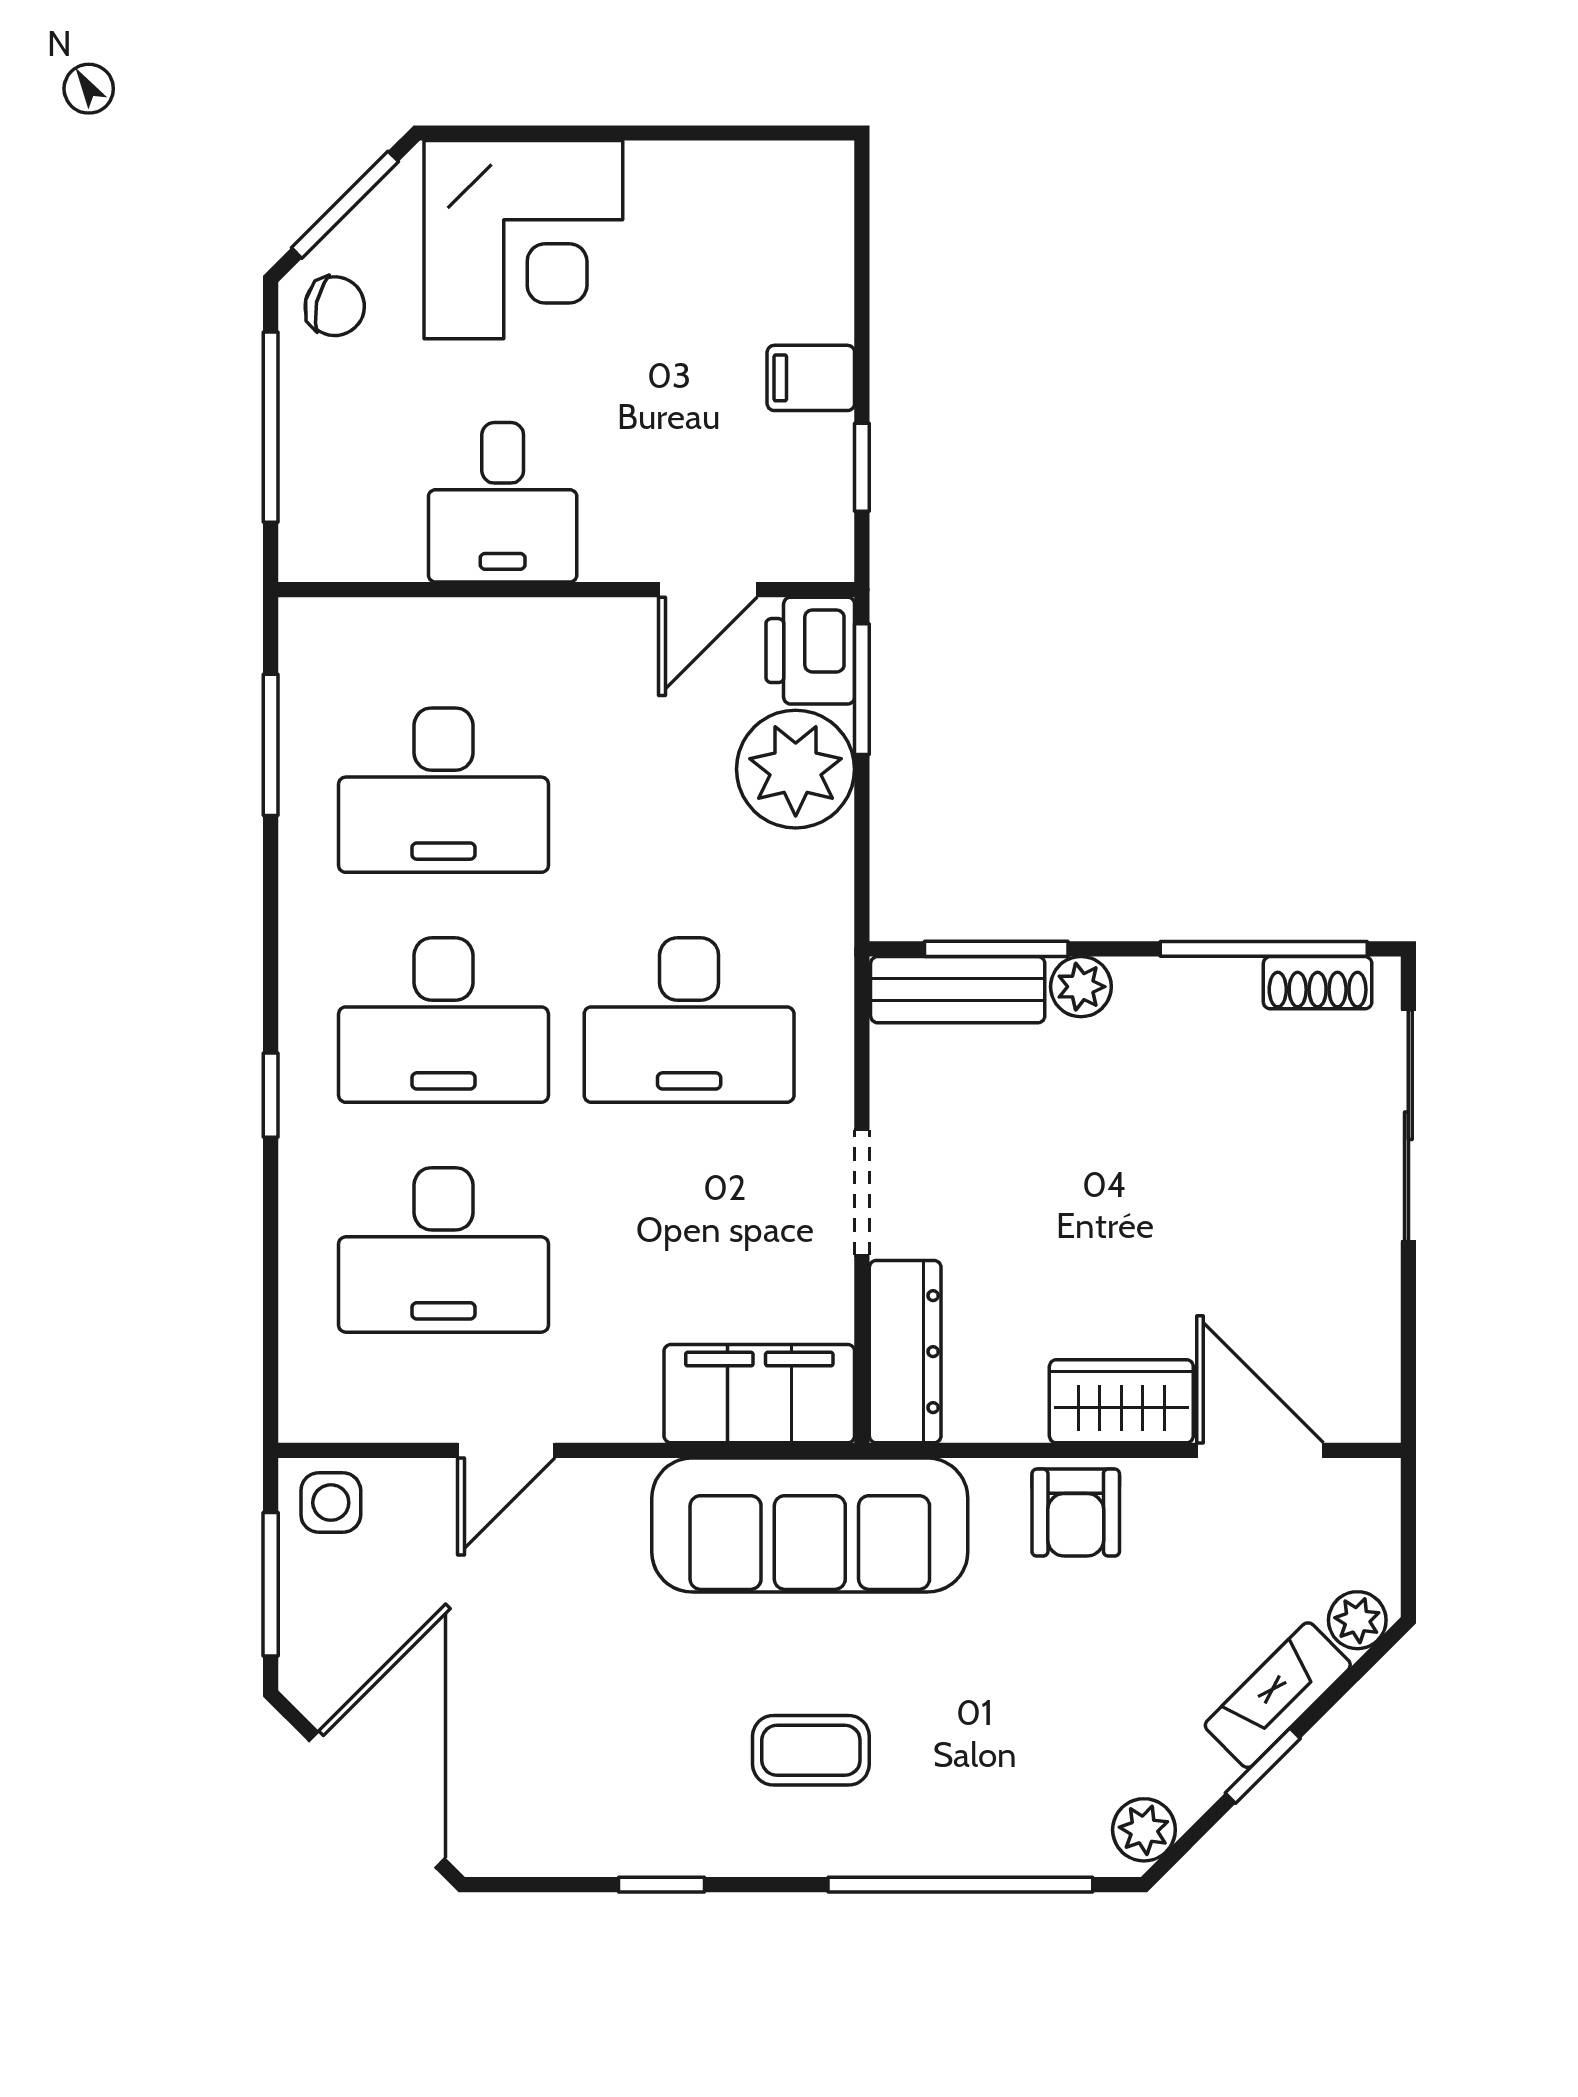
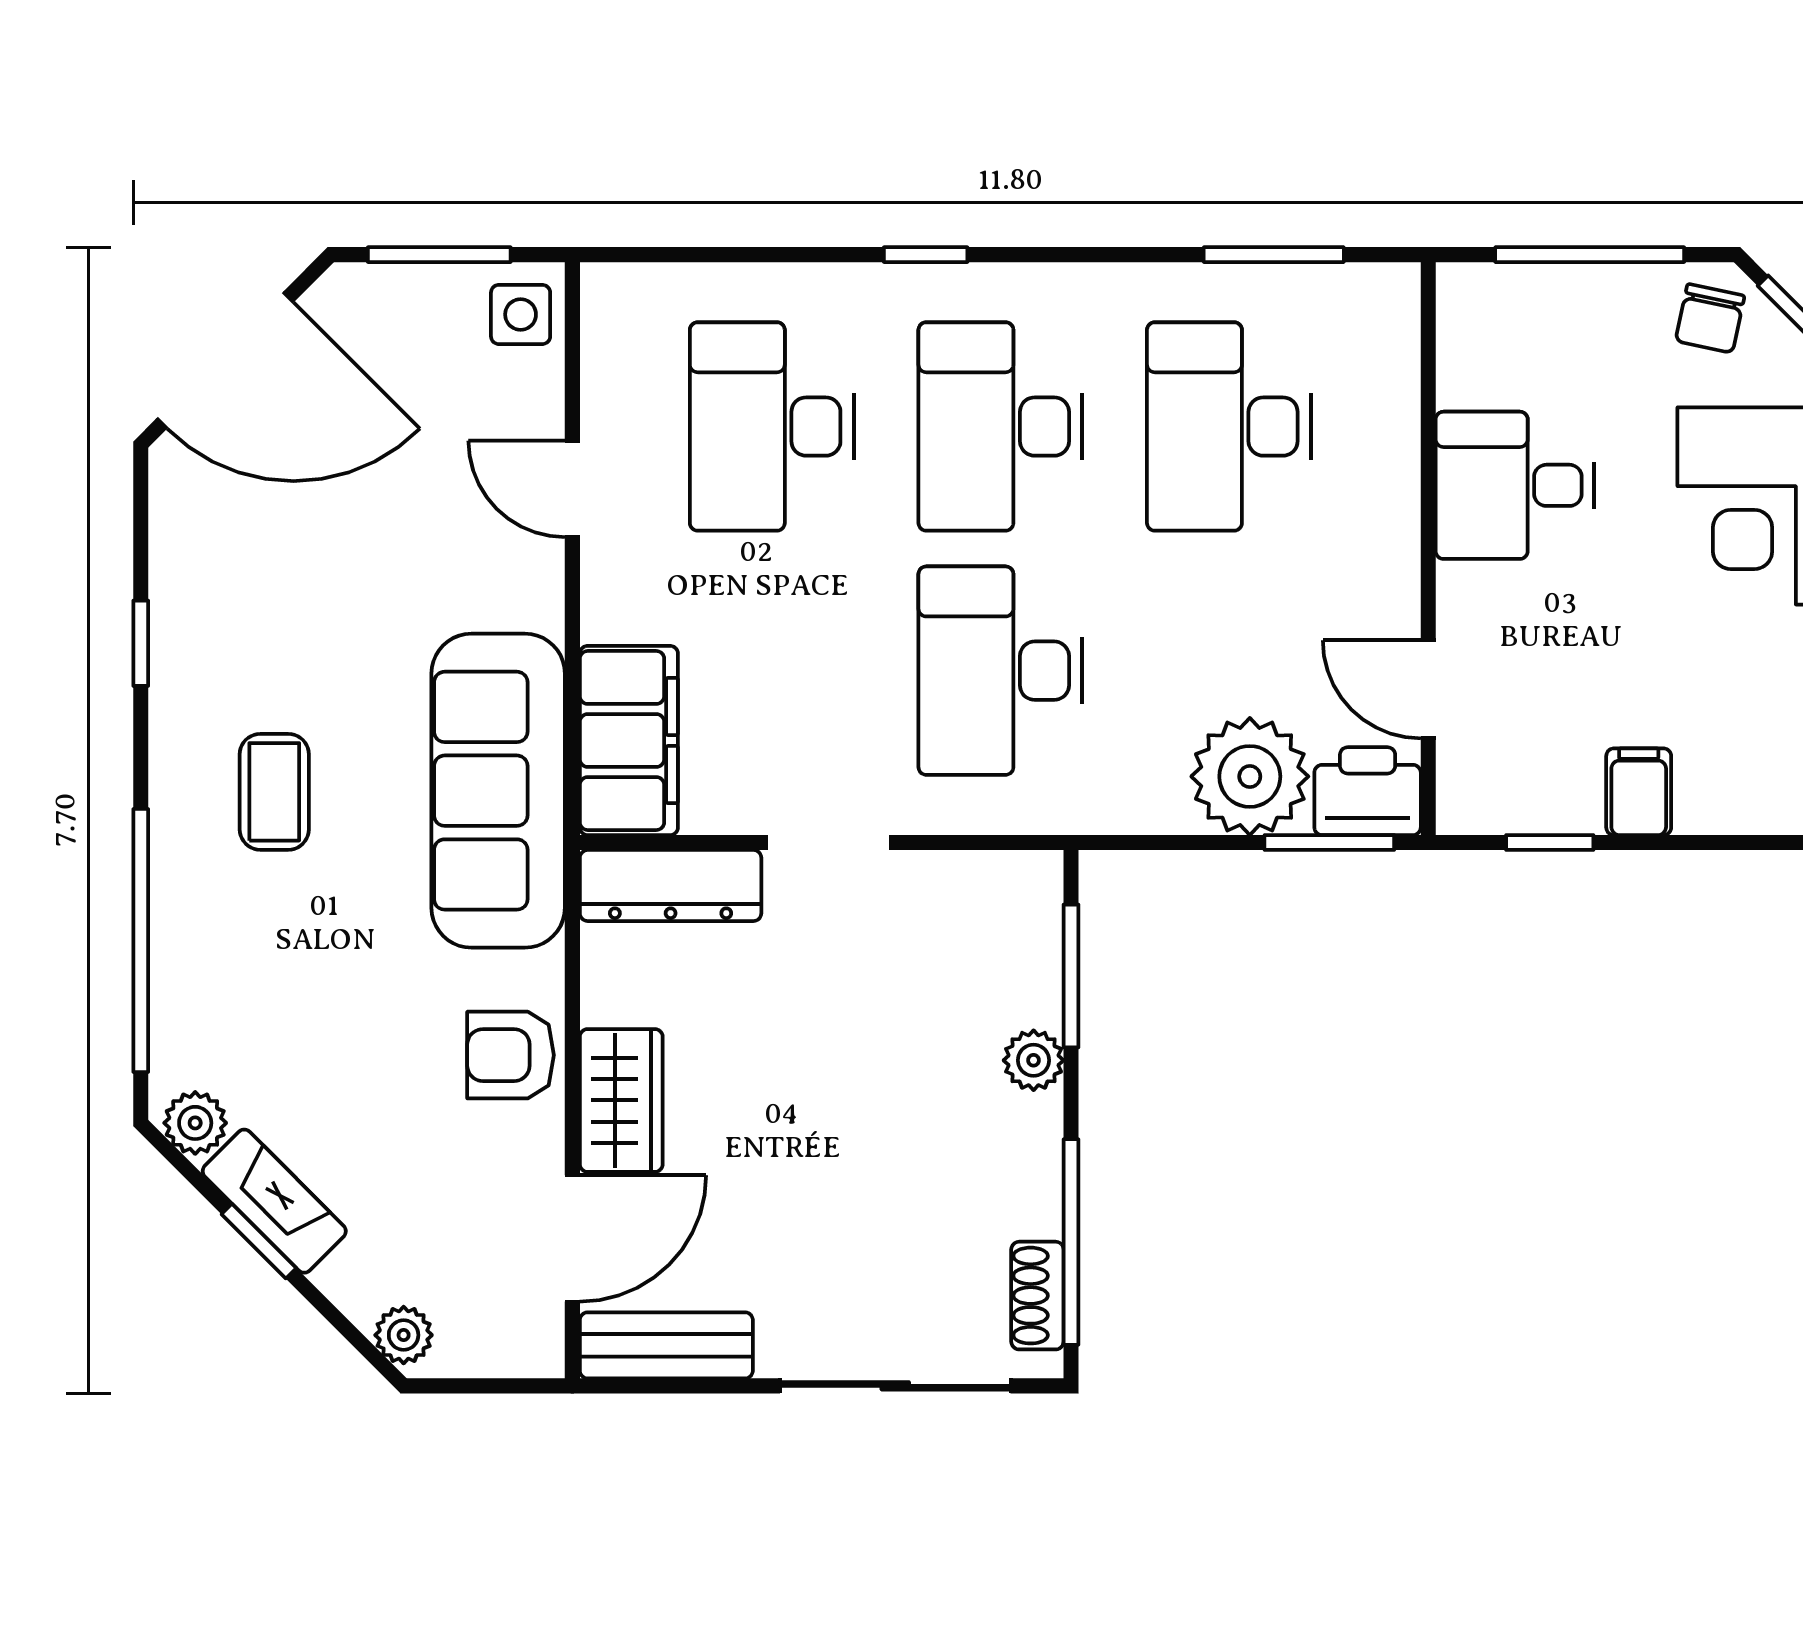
bench: (958, 990) -> (666, 1345), moved, turned 90
fireplace: (1278, 1695) -> (274, 1201), moved

